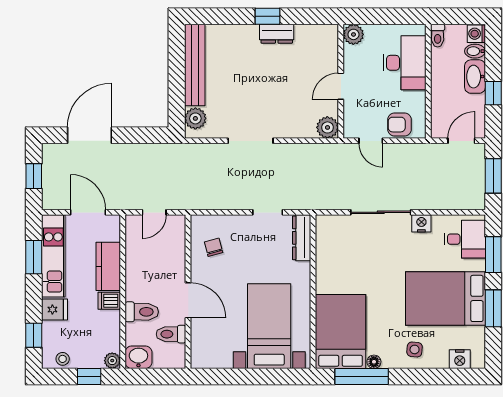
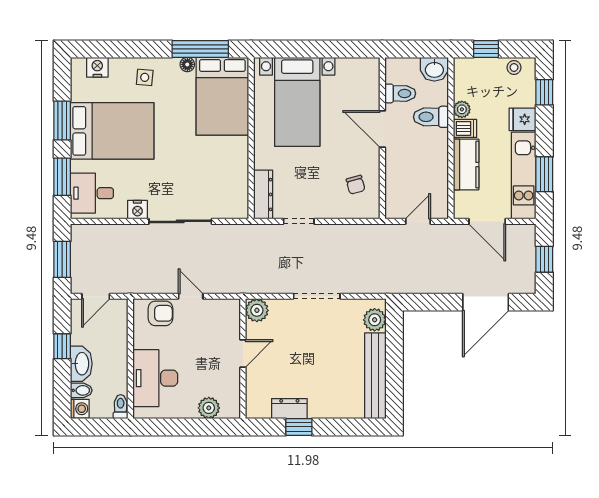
wall: (341, 81) -> (243, 359), moved
door: (341, 86) -> (243, 354), moved
plant: (327, 127) -> (257, 310), moved
plant: (112, 361) -> (462, 109), moved

